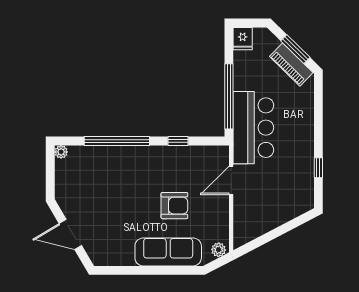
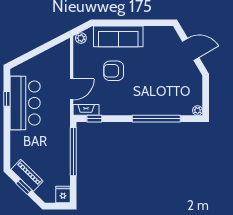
window: (295, 49) -> (24, 187), width x0.67
bar counter: (253, 128) -> (25, 103), moved, turned 180
window: (178, 141) -> (94, 119), moved
fireplace: (212, 153) -> (86, 110), added

